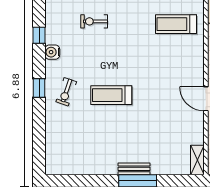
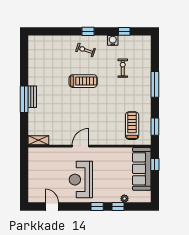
exercise bike: (94, 21) -> (123, 68), moved
treadmill: (111, 95) -> (83, 81), turned 90

